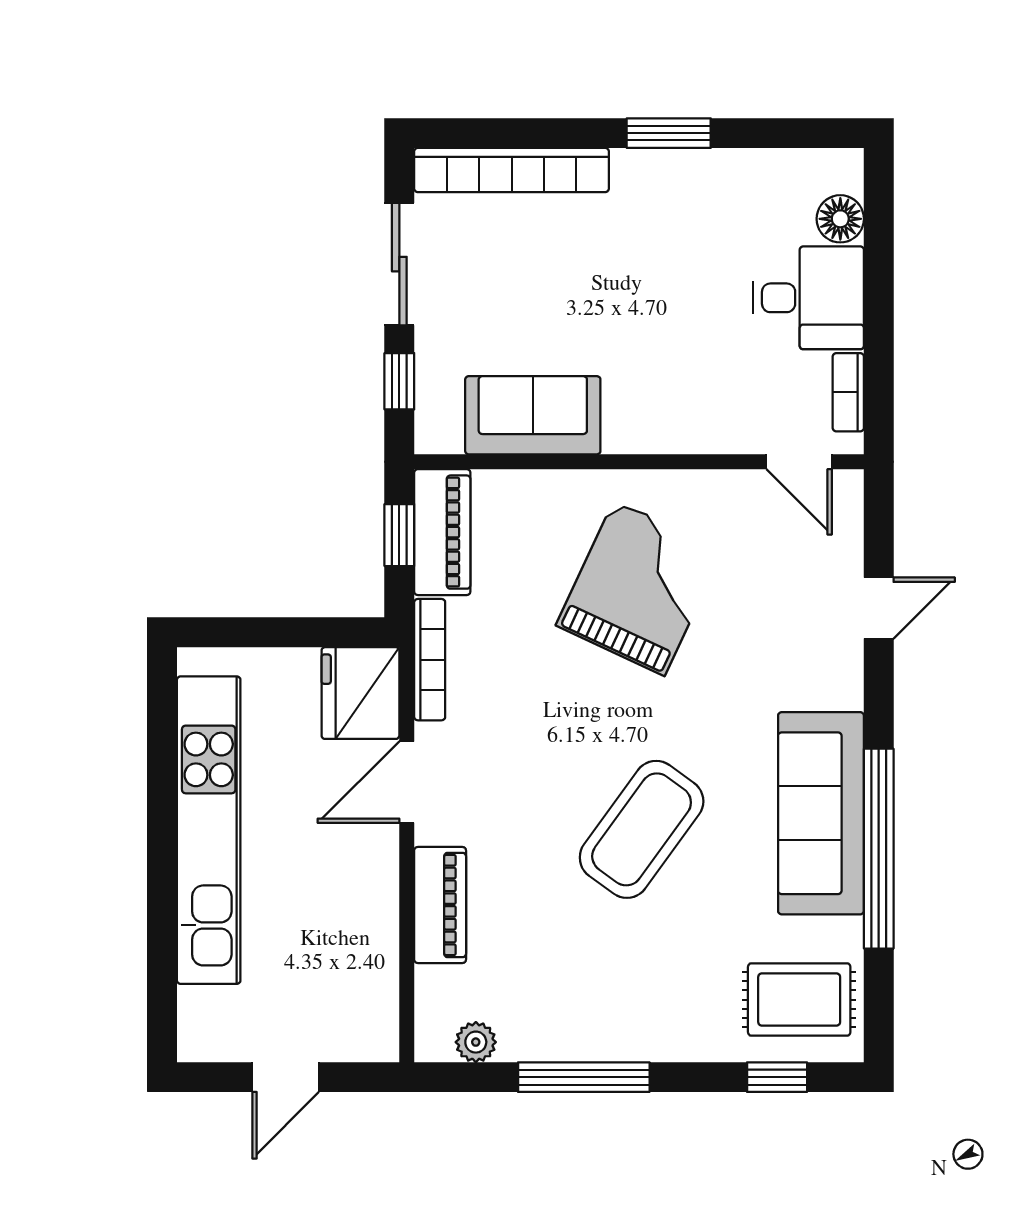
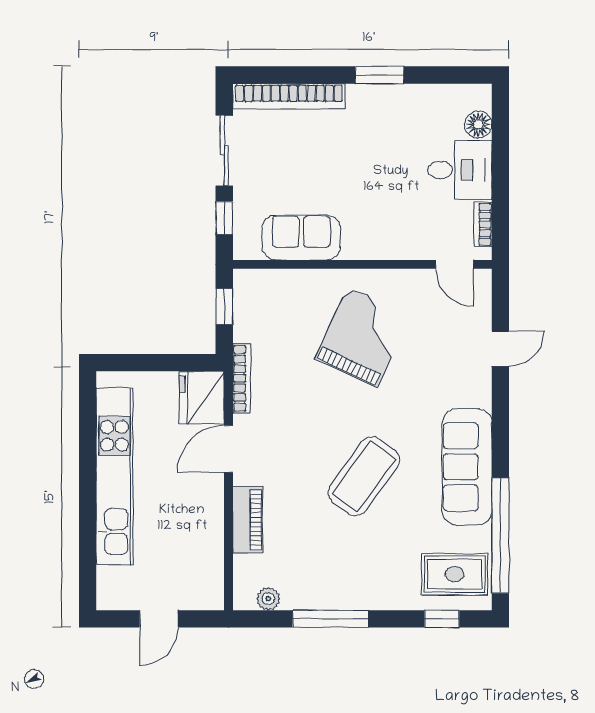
piano: (442, 532) -> (249, 305), removed
window: (879, 849) -> (500, 535), moved

